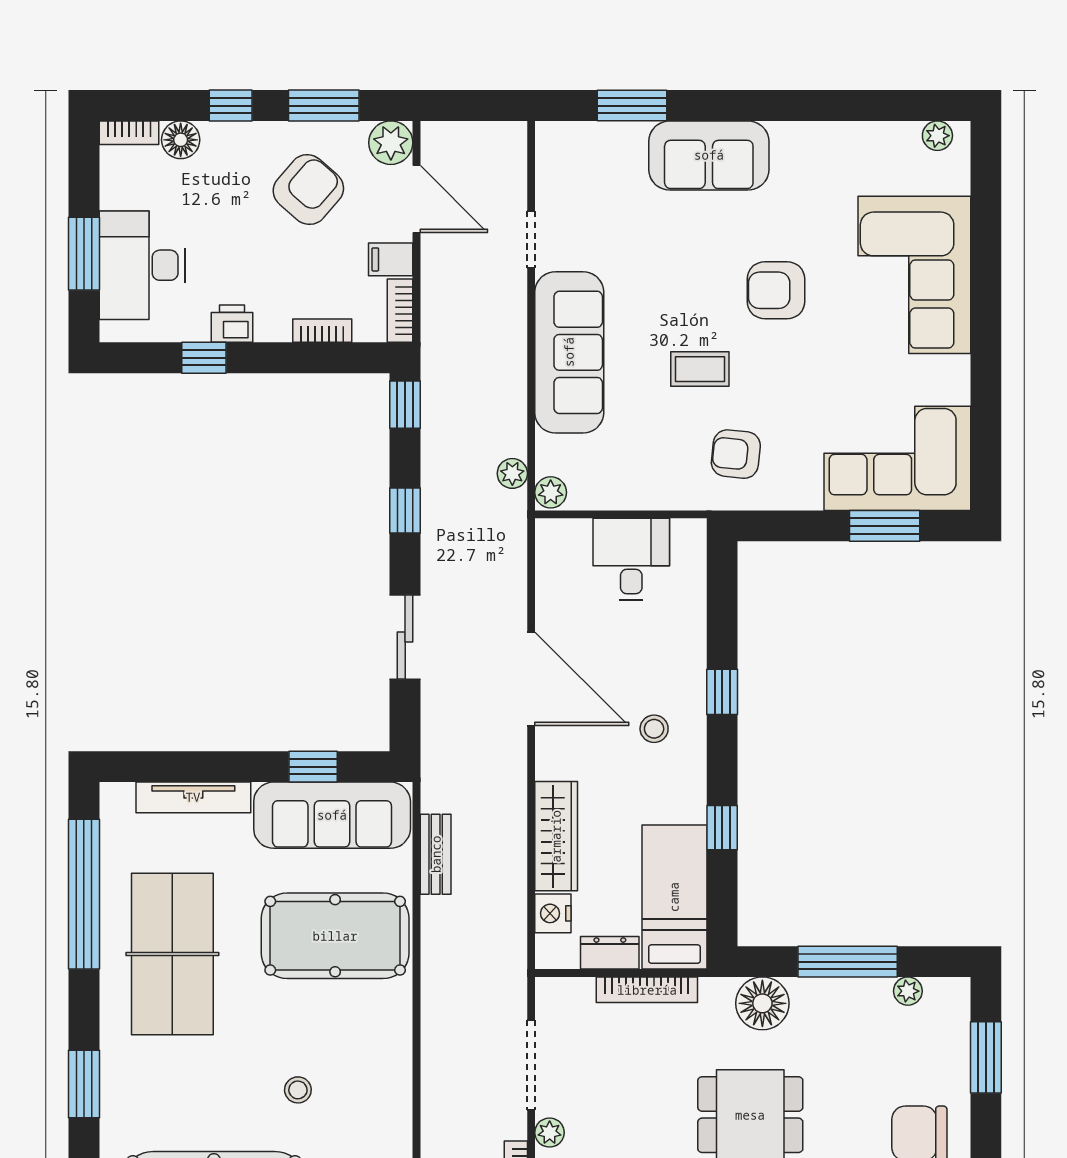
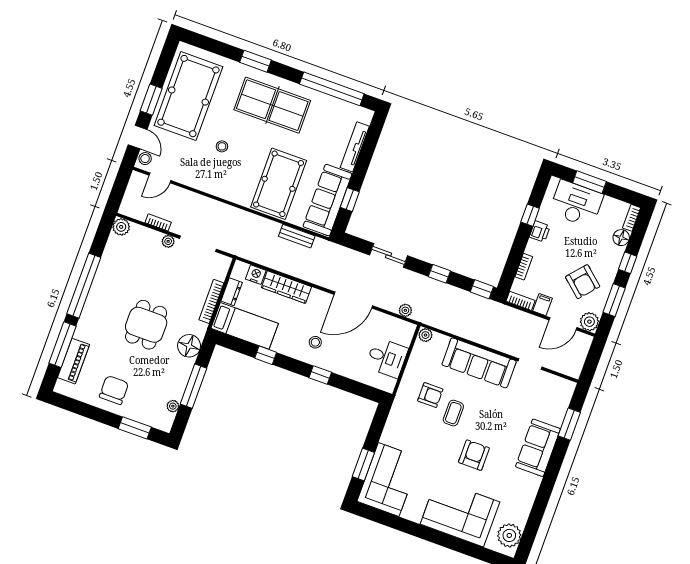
plant: (937, 136) -> (509, 535), width x1.88, depth x1.88
armchair: (736, 454) -> (430, 395), moved, turned 84
plant: (512, 473) -> (405, 310), moved
table tennis table: (172, 954) -> (272, 105), moved

